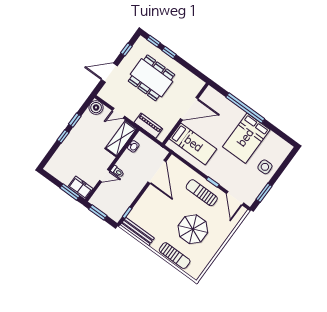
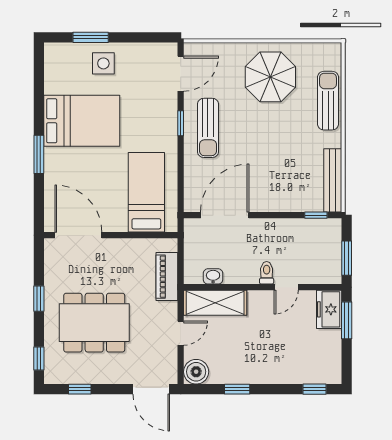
window: (169, 53) -> (39, 299), moved
door: (109, 73) -> (151, 389), moved
dining table: (151, 78) -> (94, 323), turned 90
window: (245, 108) -> (39, 154), width x0.47
door: (189, 109) -> (78, 235), moved
door: (118, 113) -> (181, 333), hinge flipped
window: (63, 136) -> (314, 389), moved
door: (105, 176) -> (286, 287), swing flipped
window: (264, 193) -> (91, 37), moved
parasol: (193, 229) -> (270, 77), moved

